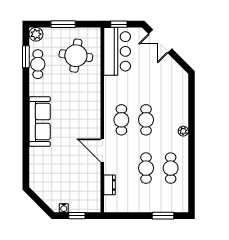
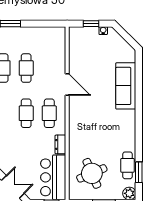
round table: (76, 56) -> (92, 173), turned -31
sofa: (40, 122) -> (126, 86), moved
dresser: (109, 185) -> (60, 144), moved

